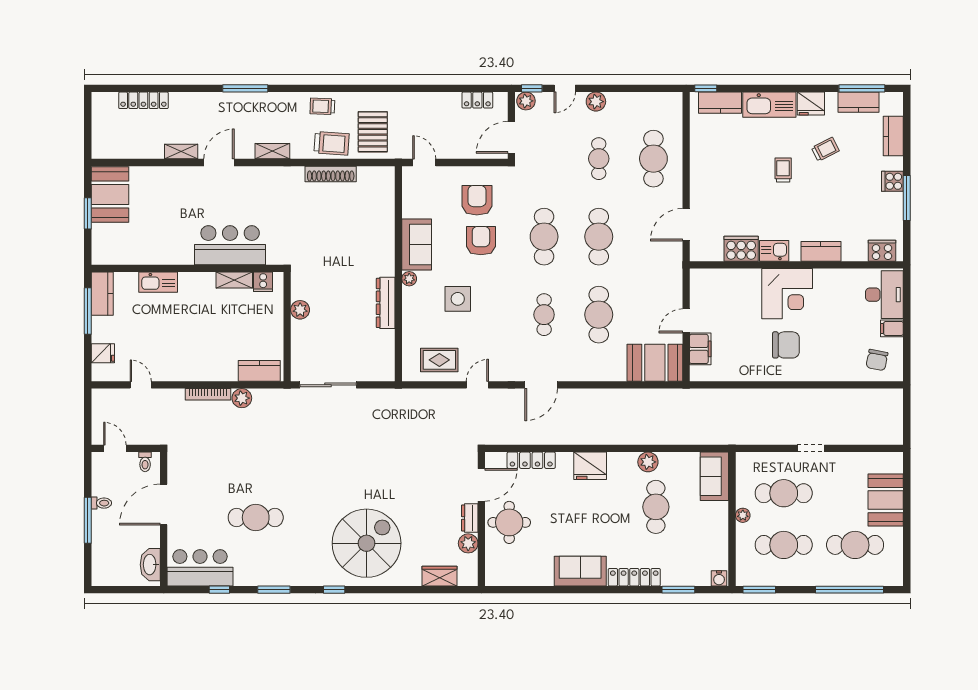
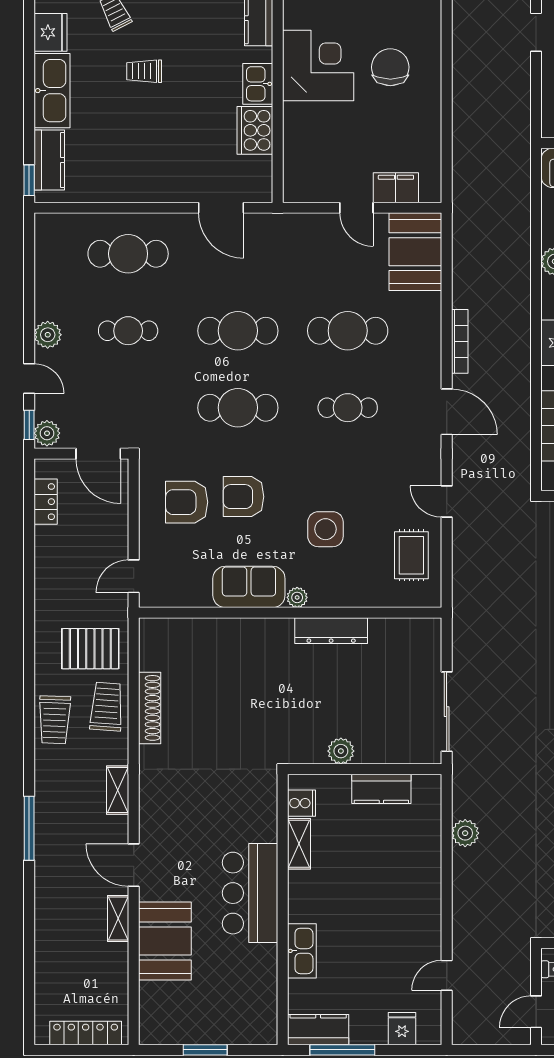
locker: (143, 100) -> (86, 1033), moved, turned -90
trolley: (322, 106) -> (54, 720), width x1.36, depth x1.39
booth: (110, 194) -> (165, 941), moved, turned 90
bar counter: (230, 245) -> (250, 893), moved
kitchen counter: (259, 371) -> (381, 789), moved, turned -90
bookcase: (208, 394) -> (460, 341), moved

